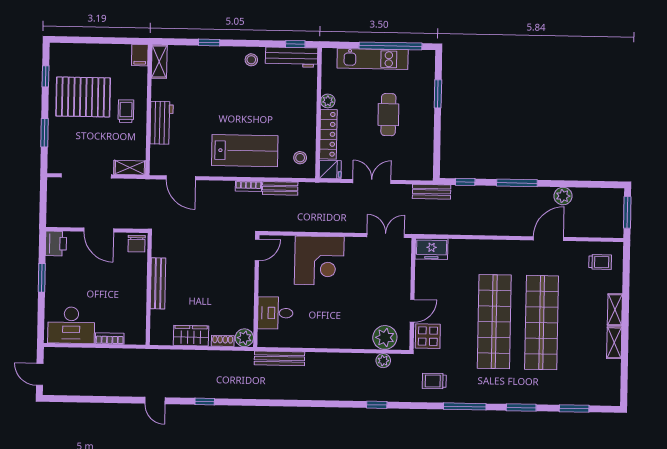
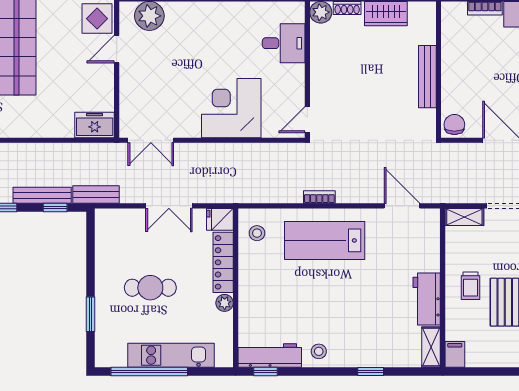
cafe table: (388, 115) -> (150, 288), turned 90
workbench: (162, 123) -> (427, 299), moved
bench: (280, 188) -> (42, 195), moved, width x1.36

